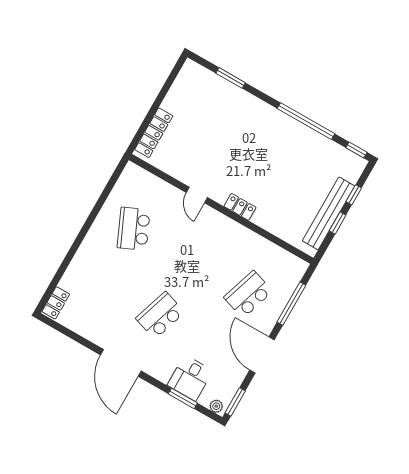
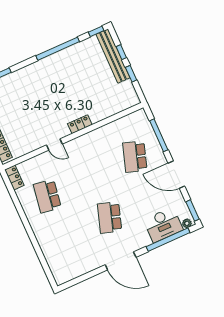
bench: (329, 213) -> (113, 56), moved
school desk: (134, 229) -> (47, 196), turned 33
locker: (56, 303) -> (14, 177), moved
desk: (190, 378) -> (163, 225), width x1.37
window: (183, 398) -> (168, 240), width x2.11

